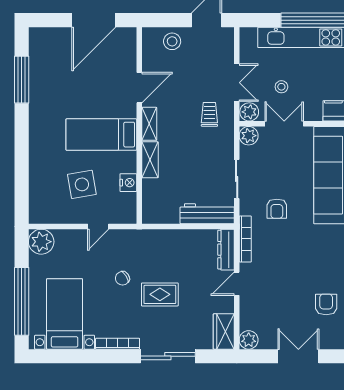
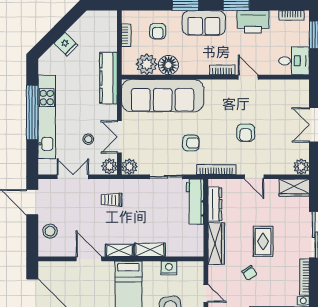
double door: (237, 83) -> (73, 177), moved
wardrobe: (157, 239) -> (216, 244), added
dresser: (226, 250) -> (215, 204), moved, turned -90
armchair: (326, 304) -> (246, 133), moved, turned -90

